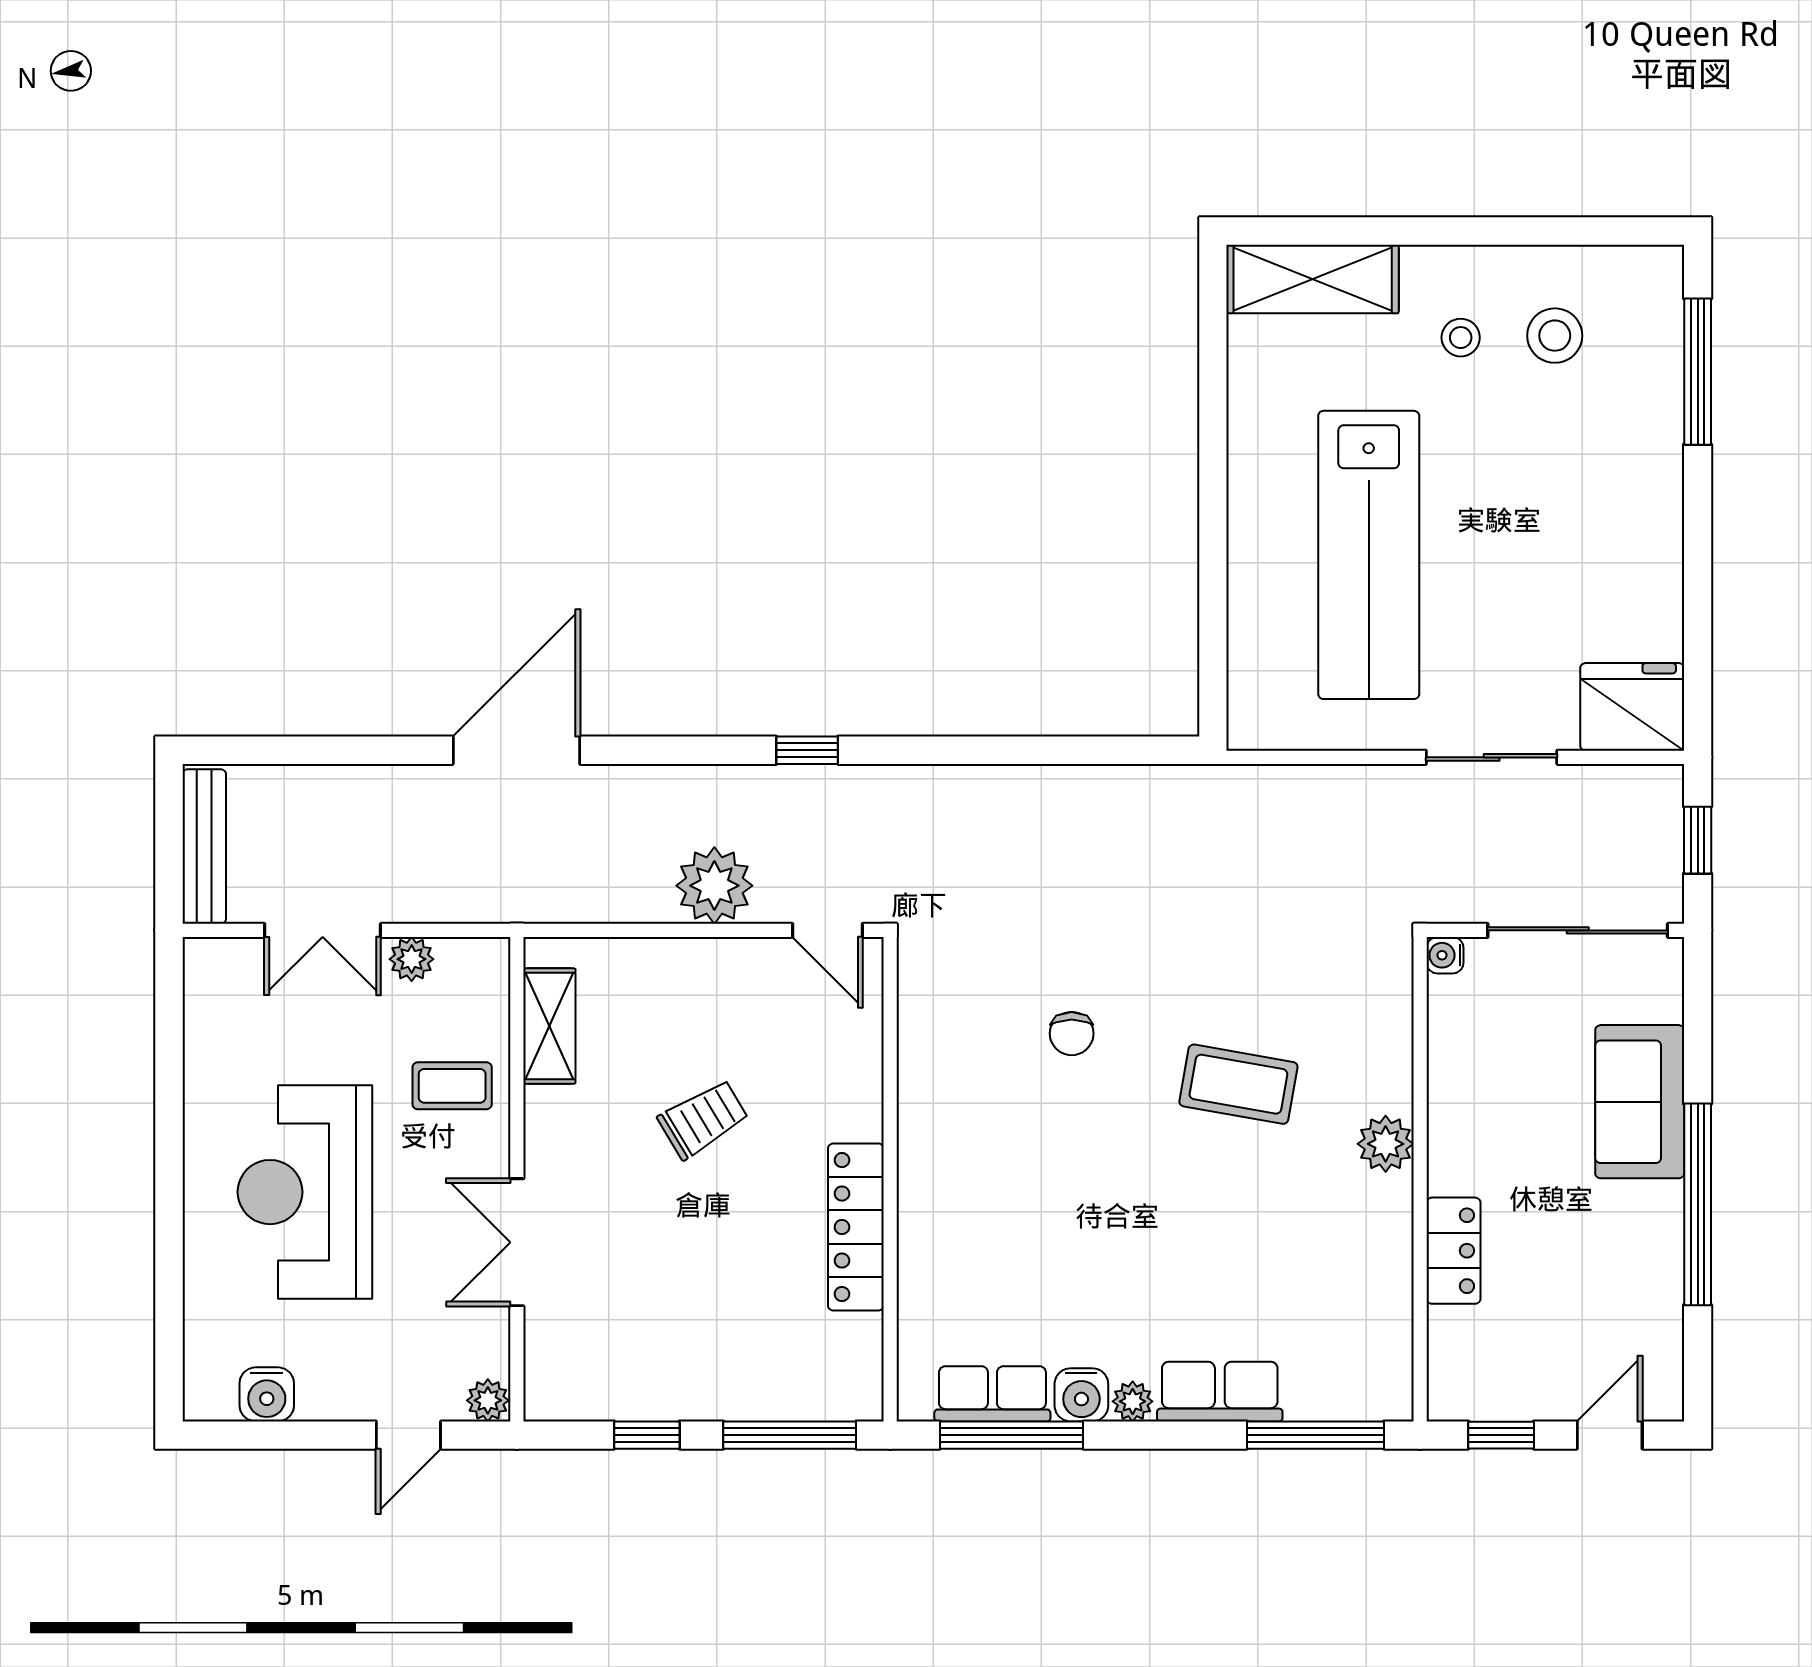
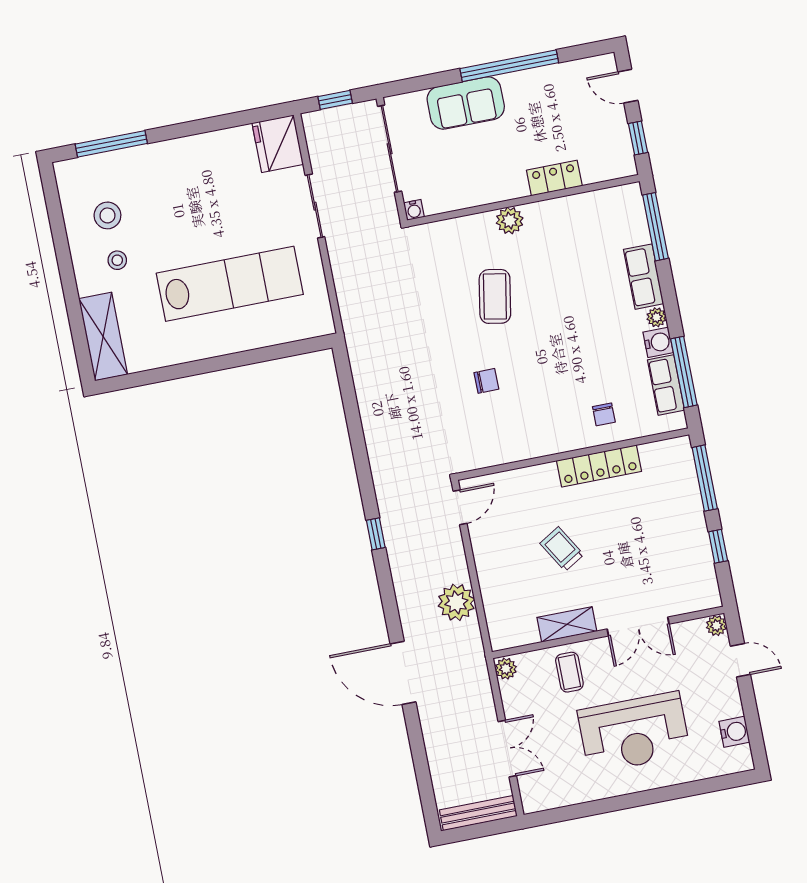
plant: (714, 886) -> (456, 602), moved
plant: (412, 959) -> (506, 669), moved
shelving: (549, 1026) -> (567, 624), moved
chair: (958, 1257) -> (604, 414), added

